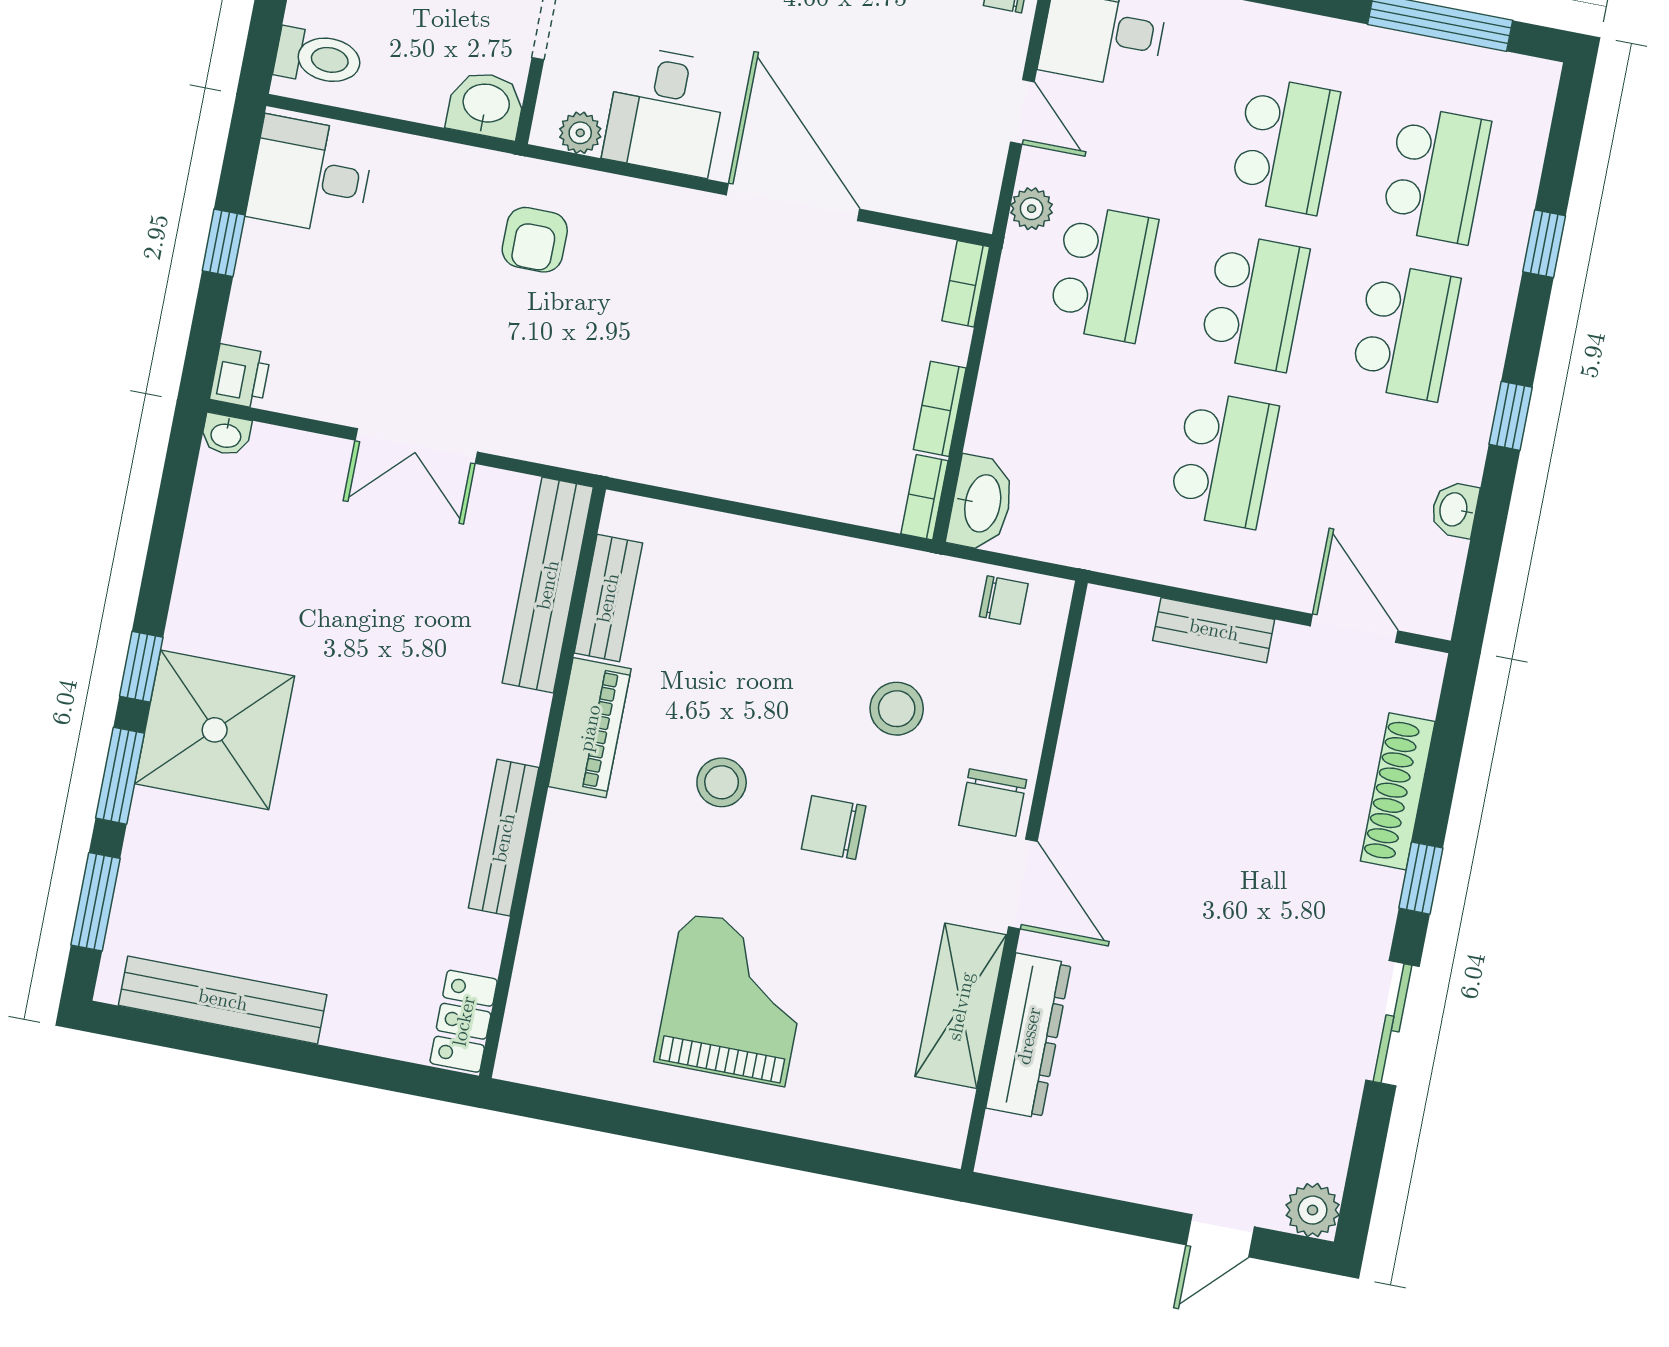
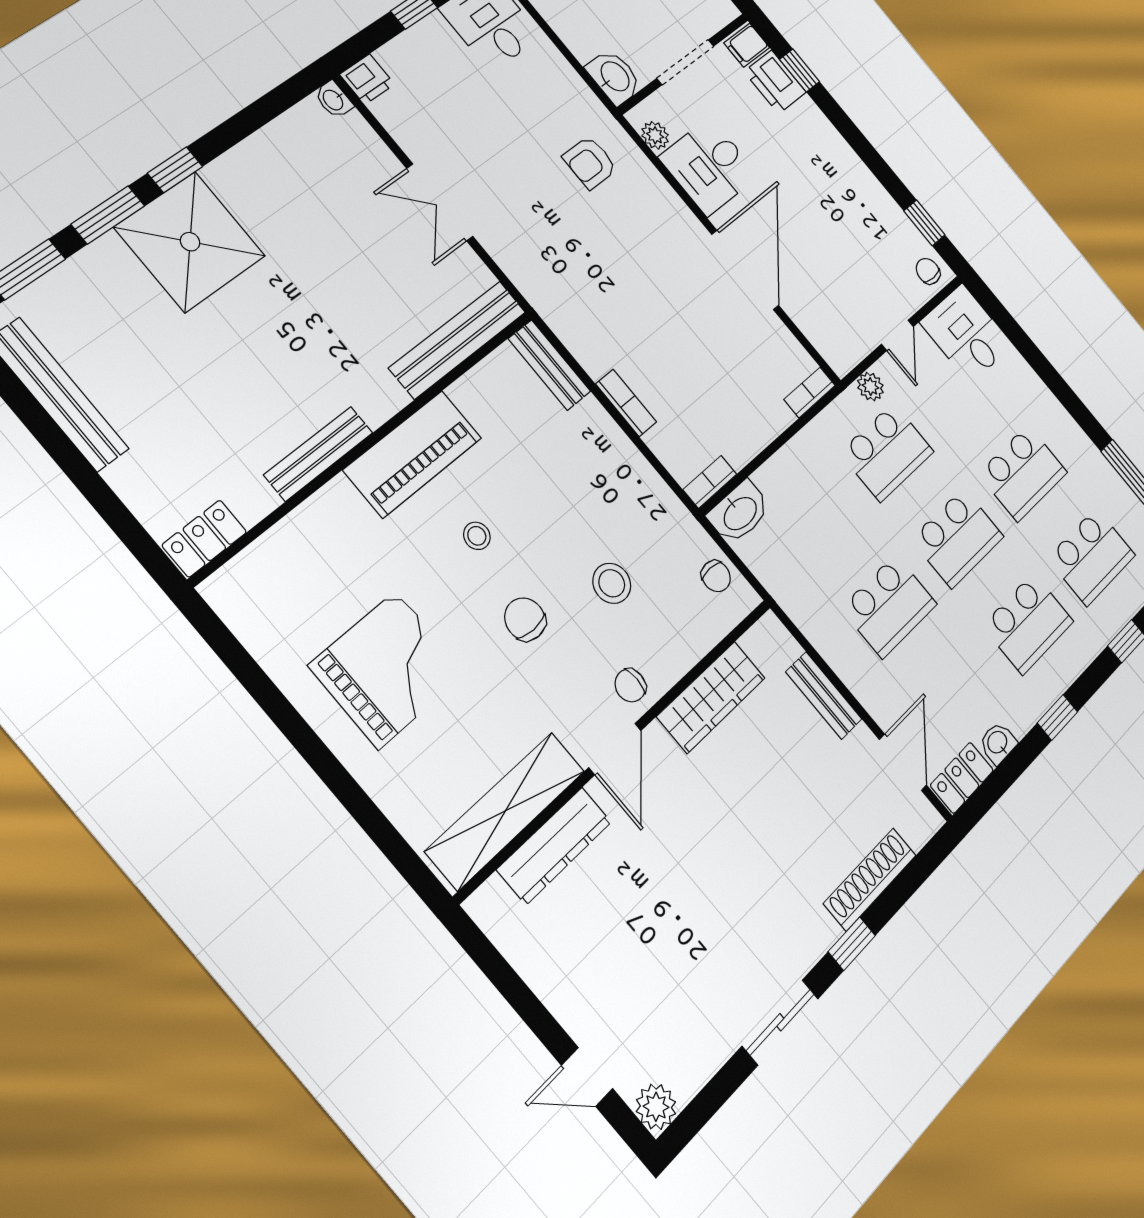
bookcase: (940, 409) -> (626, 403), moved, turned 90
locker: (1436, 587) -> (962, 778), added
bench: (608, 598) -> (549, 365), moved, turned 90
piano: (590, 728) -> (413, 454), width x1.37, depth x1.33
wardrobe: (1089, 740) -> (711, 697), added
stool: (722, 782) -> (477, 536), width x0.73, depth x0.73
chair: (993, 803) -> (630, 685), width x0.73, depth x0.73
shelving: (961, 1006) -> (506, 811), width x1.47

